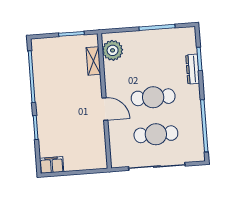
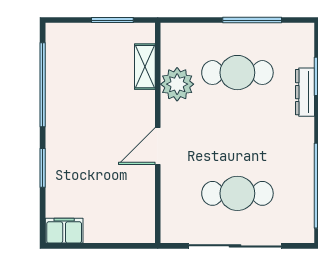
plant: (113, 50) -> (177, 84), moved
cafe table: (153, 97) -> (237, 73), moved
door: (105, 109) -> (158, 146), swing flipped

